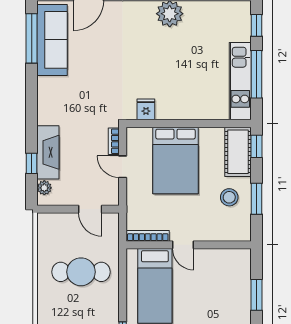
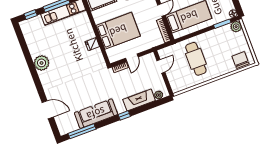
sofa: (52, 40) -> (96, 114), moved
fridge: (146, 109) -> (92, 44), moved
window: (32, 163) -> (124, 115), moved

